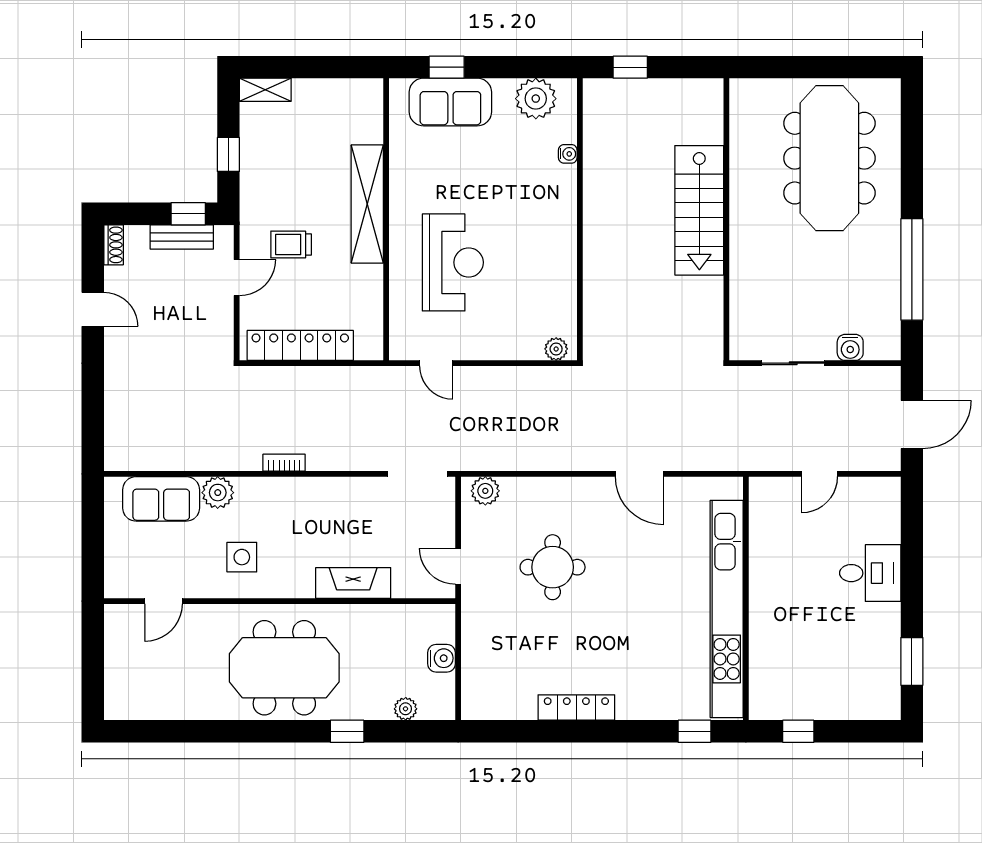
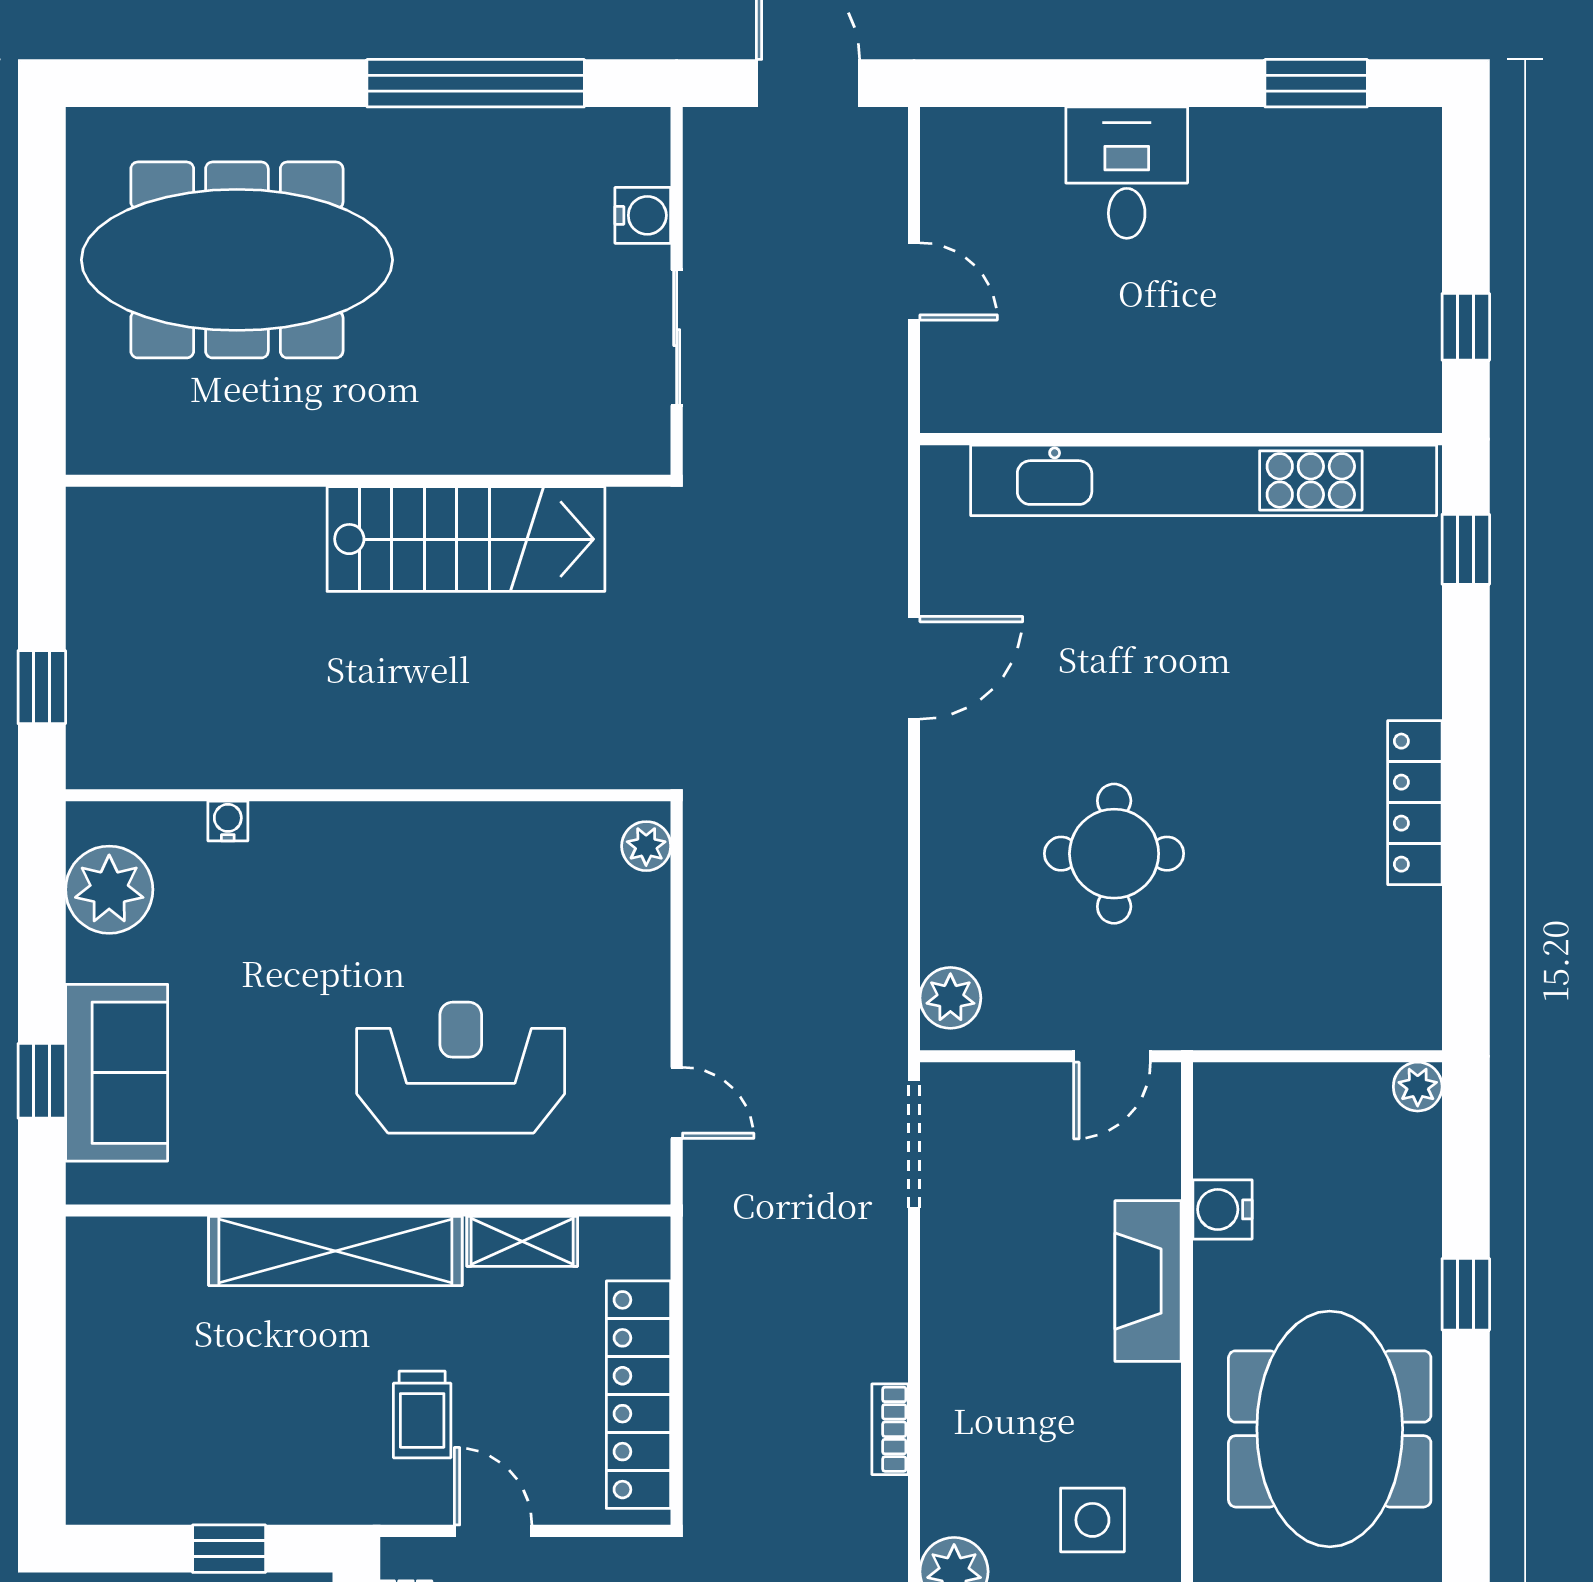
shelving: (265, 90) -> (522, 1241), moved, turned 90
stairs: (699, 210) -> (466, 539), moved
door: (436, 363) -> (677, 1103), hinge flipped
water cooler: (441, 658) -> (1222, 1209), moved, turned -90
plant: (406, 709) -> (1418, 1087), moved

